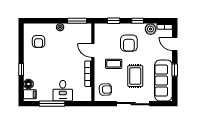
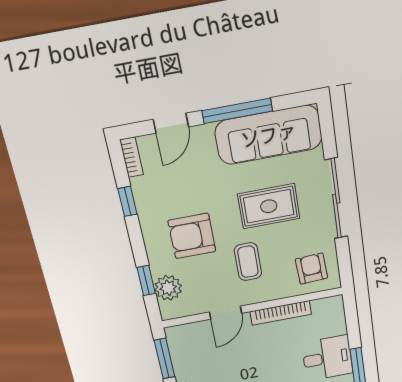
window: (138, 21) -> (128, 201), moved
plant: (151, 29) -> (168, 288), moved
armchair: (129, 43) -> (192, 236), turned 180
window: (175, 70) -> (237, 111), width x2.17

